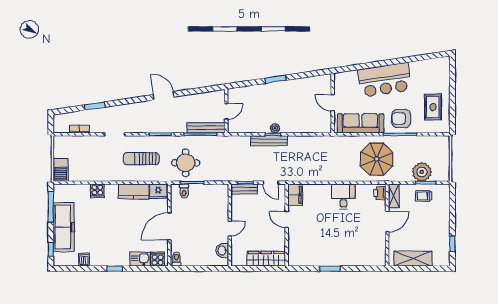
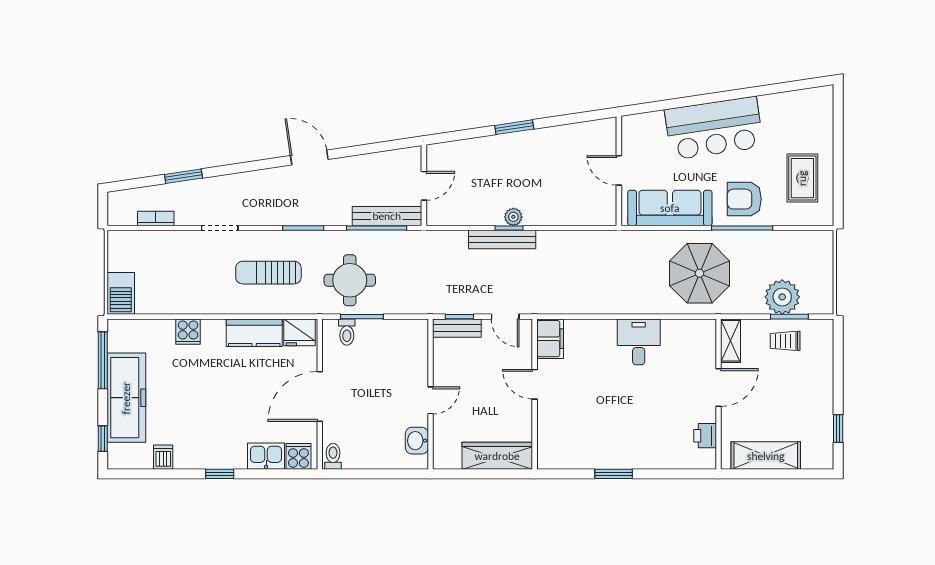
printer: (380, 193) -> (705, 436), moved

